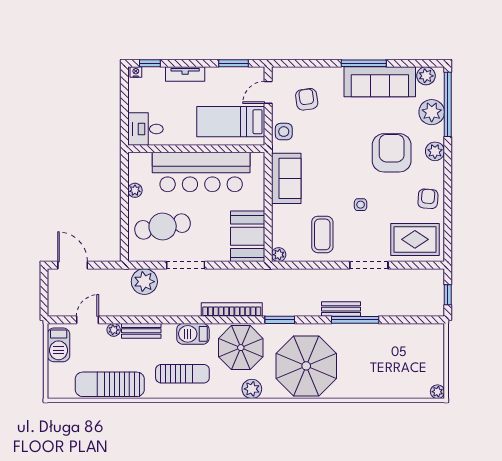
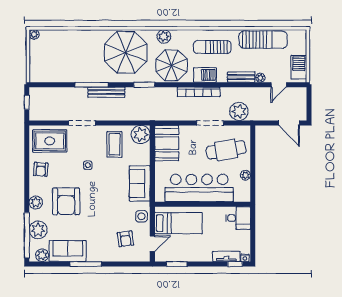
tv unit: (185, 74) -> (226, 256), moved
sofa: (380, 82) -> (68, 251), width x0.73
plant: (279, 255) -> (141, 135), width x1.87, depth x1.87
bench: (341, 309) -> (106, 92), width x1.36
bookcase: (232, 310) -> (199, 92), moved

